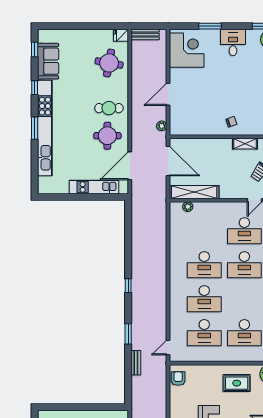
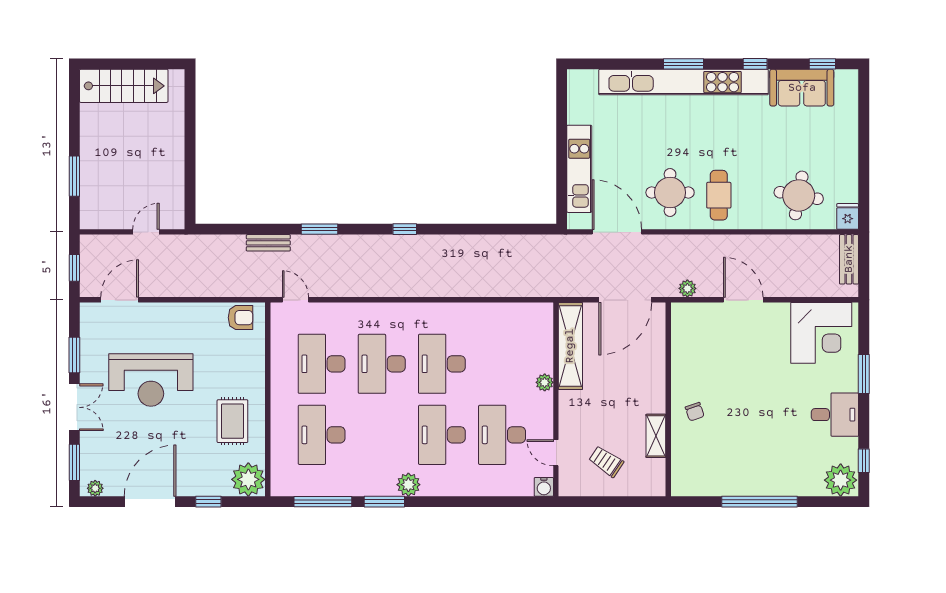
plant: (188, 207) -> (545, 382), moved

